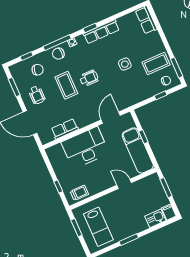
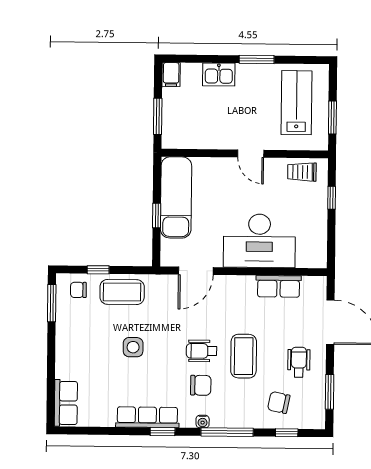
chair: (58, 54) -> (201, 385), moved
coffee table: (156, 63) -> (122, 292), moved
door: (124, 184) -> (251, 154), moved
kitchen sink: (155, 218) -> (219, 75), moved

